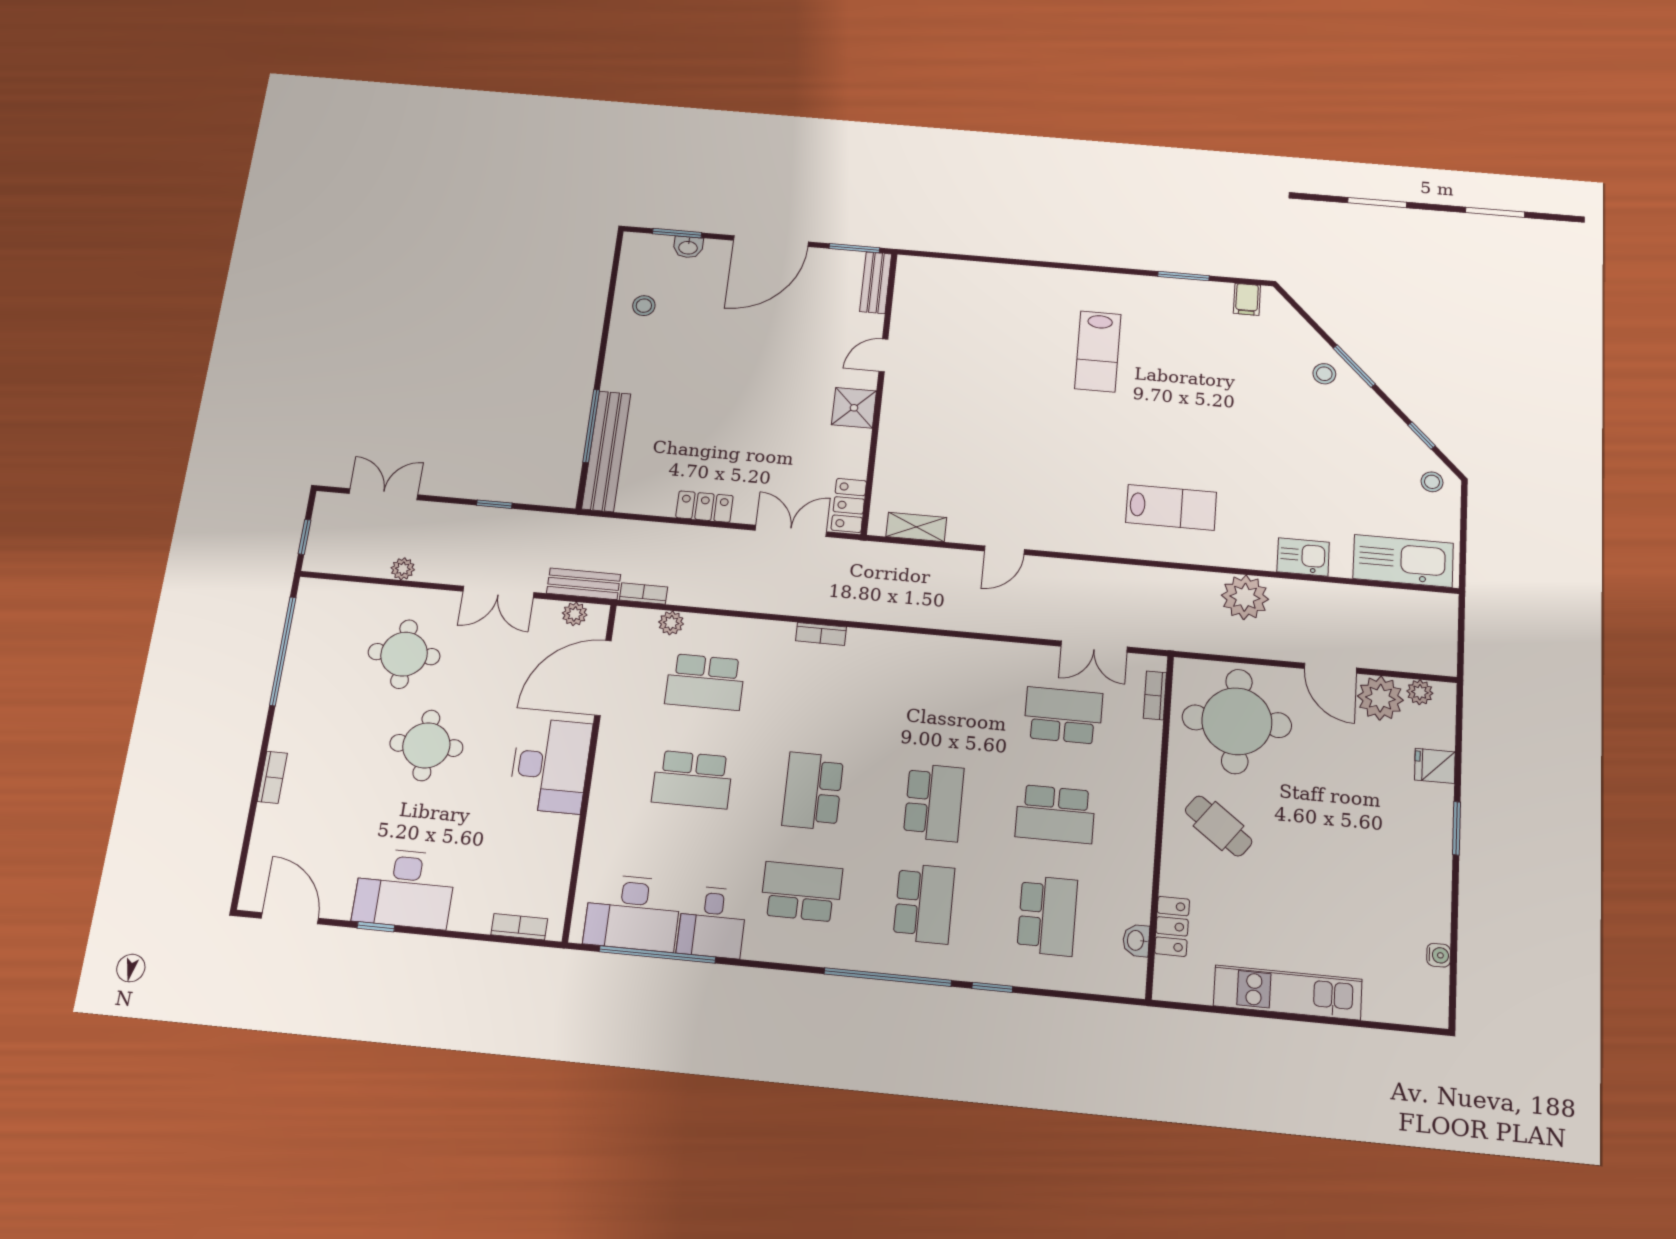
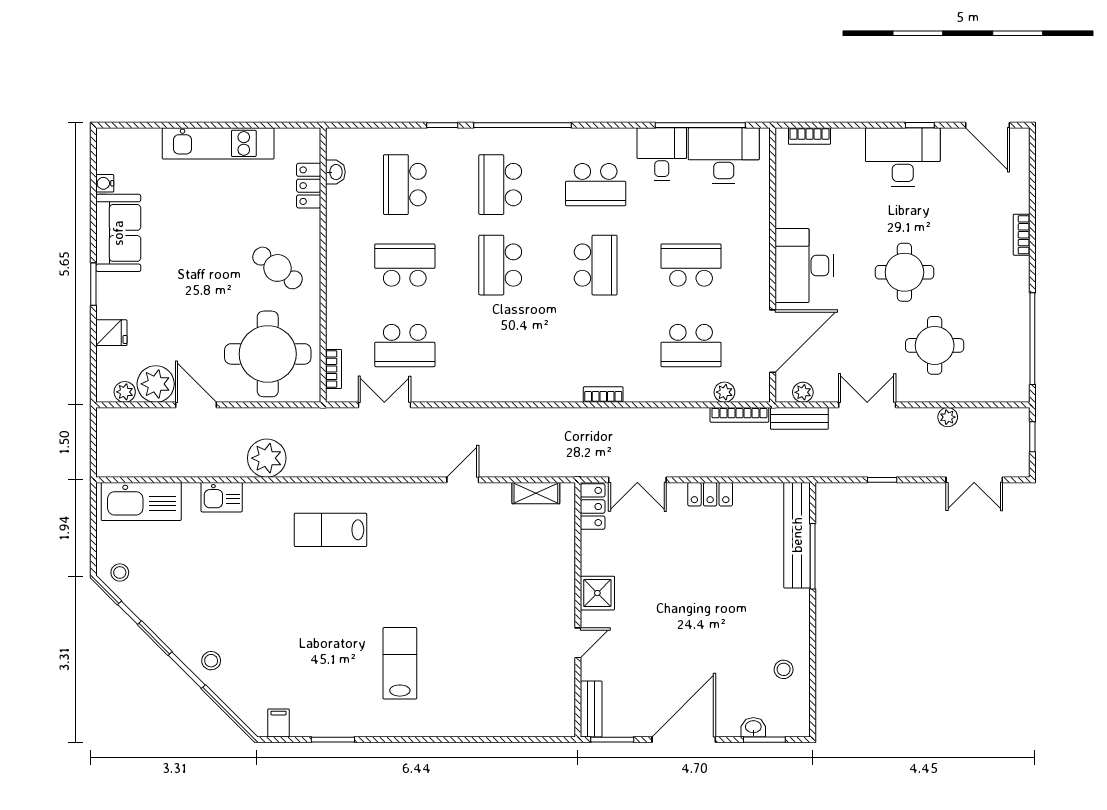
bookcase: (643, 593) -> (739, 415), width x1.56
school desk: (705, 682) -> (691, 346), turned 180
sofa: (1423, 890) -> (118, 233), added

